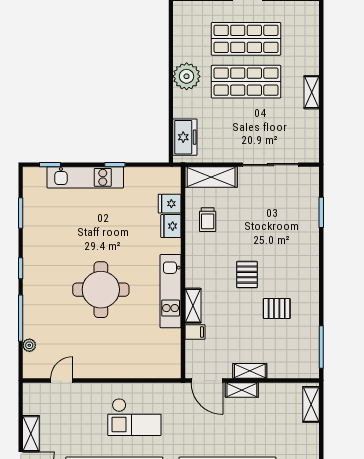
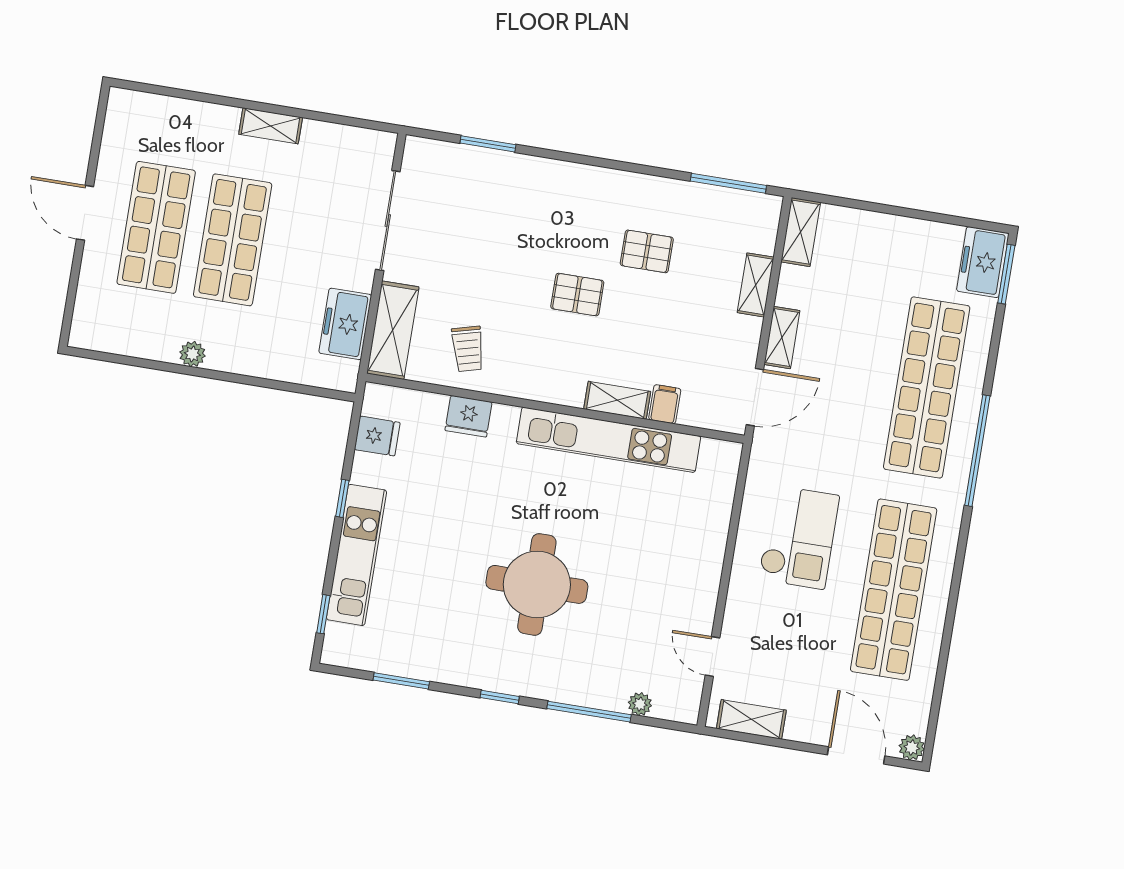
plant: (187, 76) -> (192, 354), width x0.53, depth x0.53
freezer: (185, 137) -> (345, 324), moved, turned -90
fridge: (170, 204) -> (377, 436), moved, turned -90
trolley: (208, 220) -> (468, 349), turned 75
round table: (101, 290) -> (537, 584), moved
kitchen unit: (171, 291) -> (608, 440), width x1.36
pallet: (277, 309) -> (647, 251), turned 90
shelving: (250, 371) -> (756, 285), moved
shelving: (311, 404) -> (801, 232), moved, turned 90
shelving: (31, 434) -> (751, 719), moved

